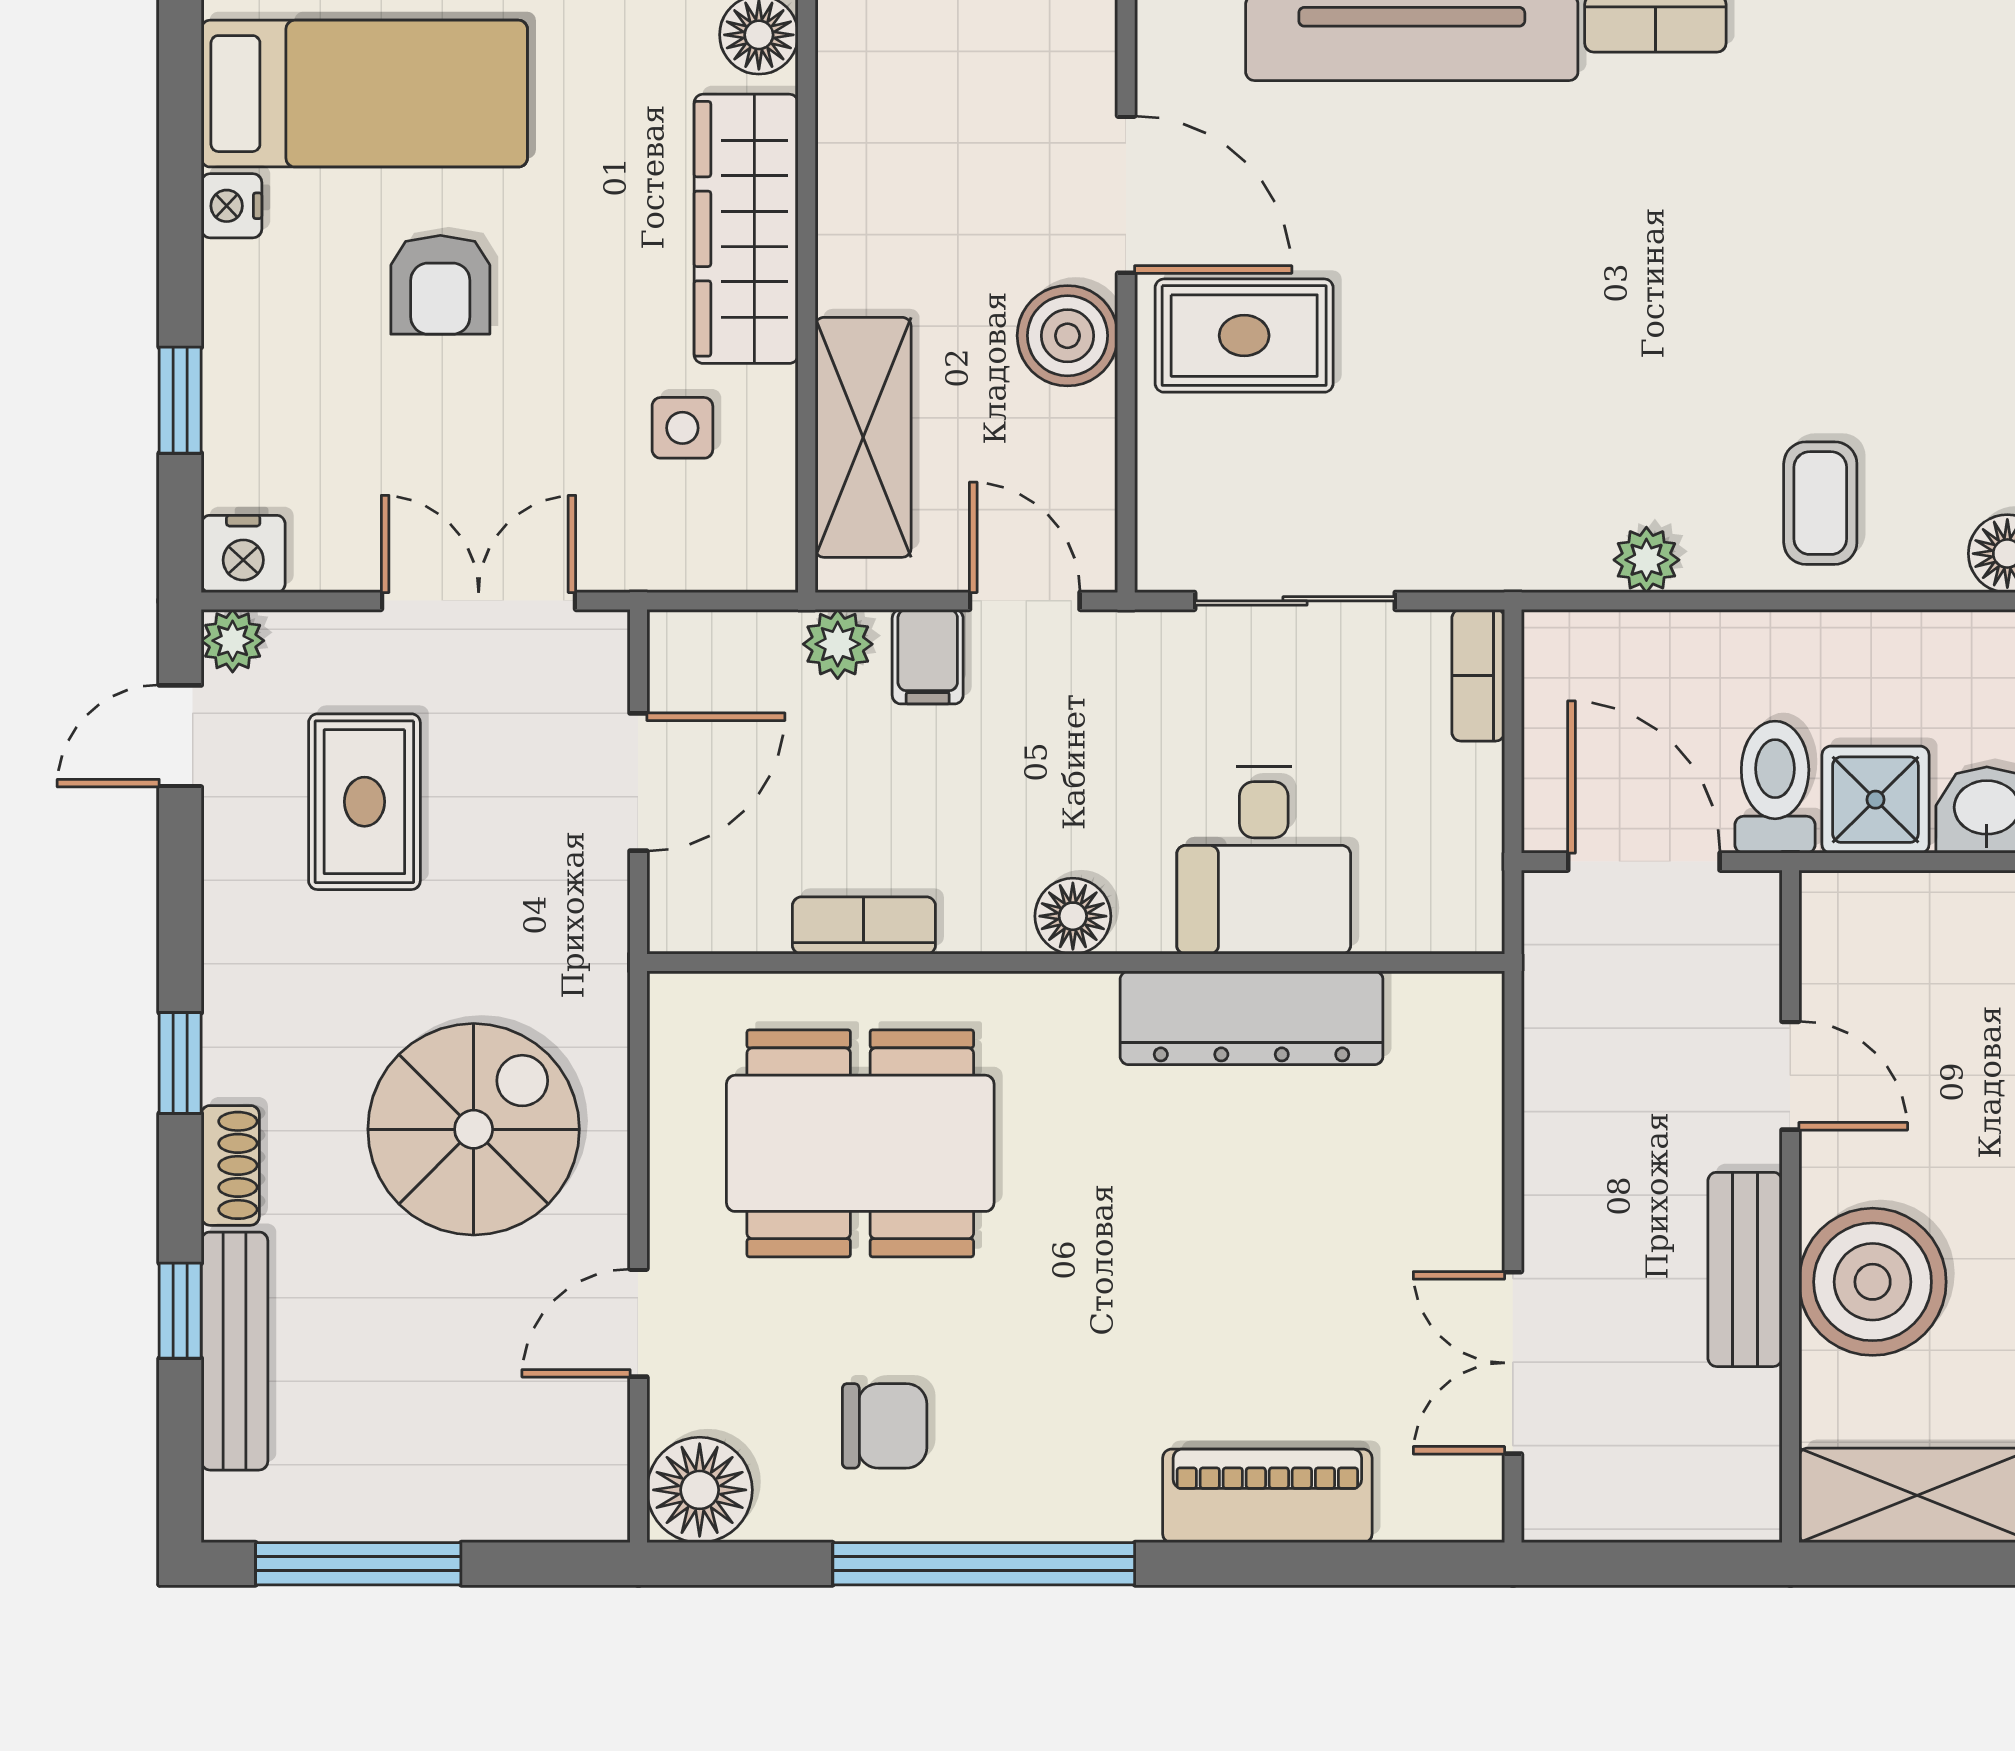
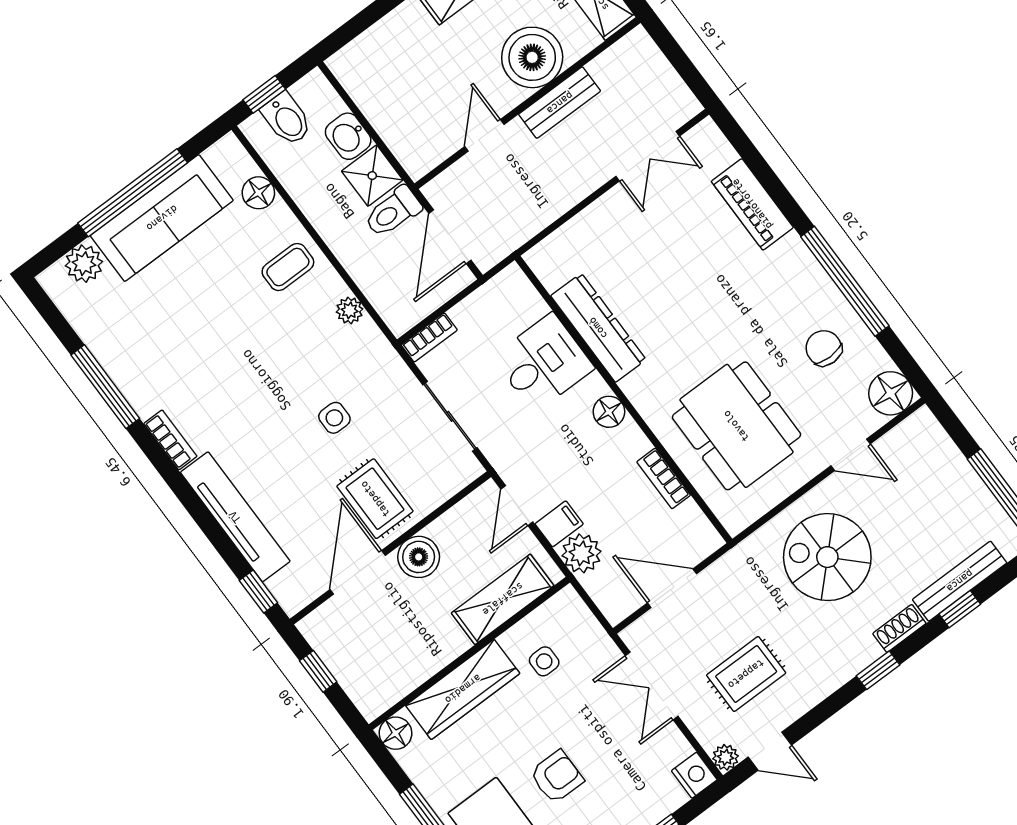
side table: (1460, 374) -> (334, 418), added
plant: (838, 644) -> (581, 553), width x1.38, depth x1.38

